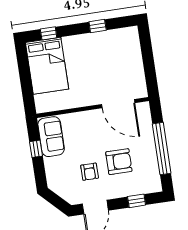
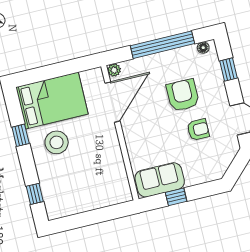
stool: (89, 55) -> (57, 142), added
bed: (47, 66) -> (52, 101), moved
plant: (144, 107) -> (114, 70), added
floor lamp: (156, 182) -> (203, 48), added

